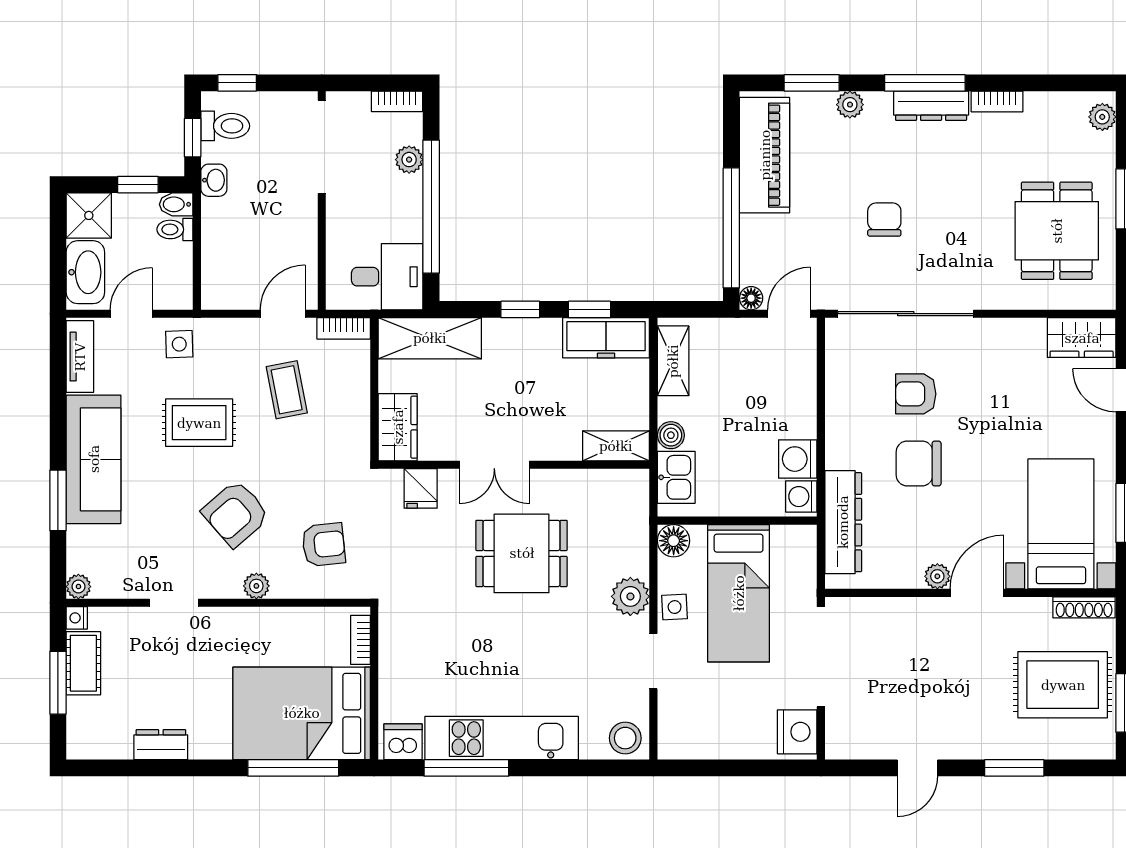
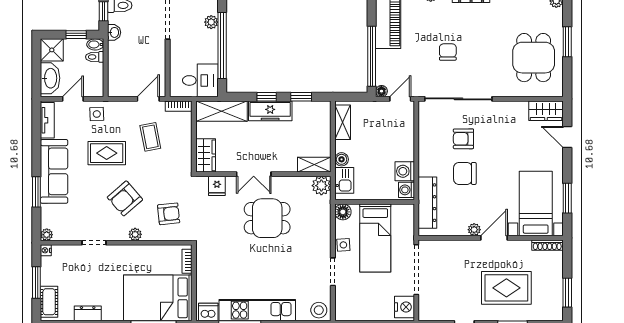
freezer: (606, 338) -> (270, 111), moved
plant: (630, 596) -> (321, 186), moved
cot: (83, 663) -> (49, 302), moved
rug: (1063, 685) -> (506, 288), moved

